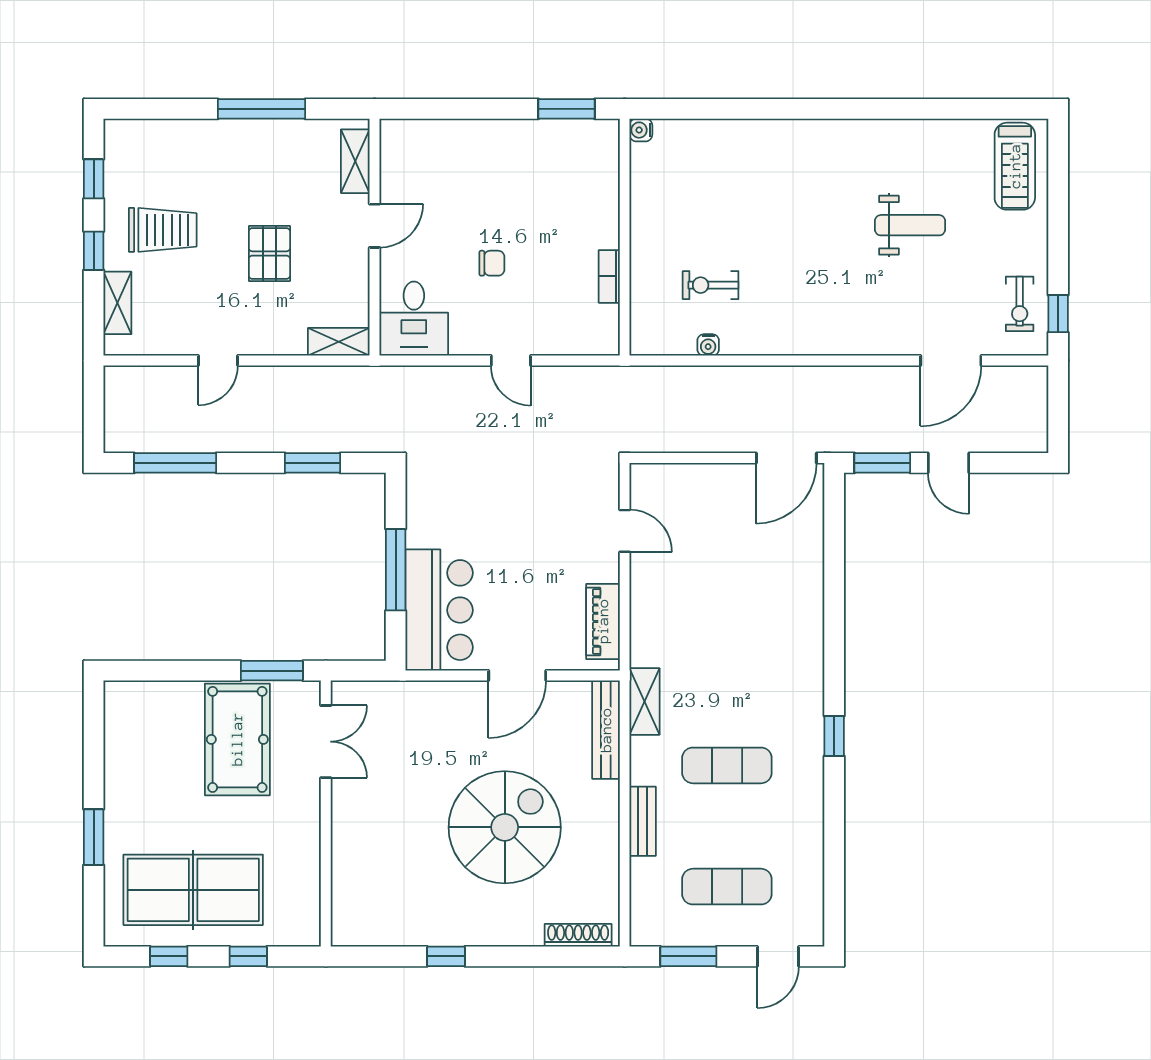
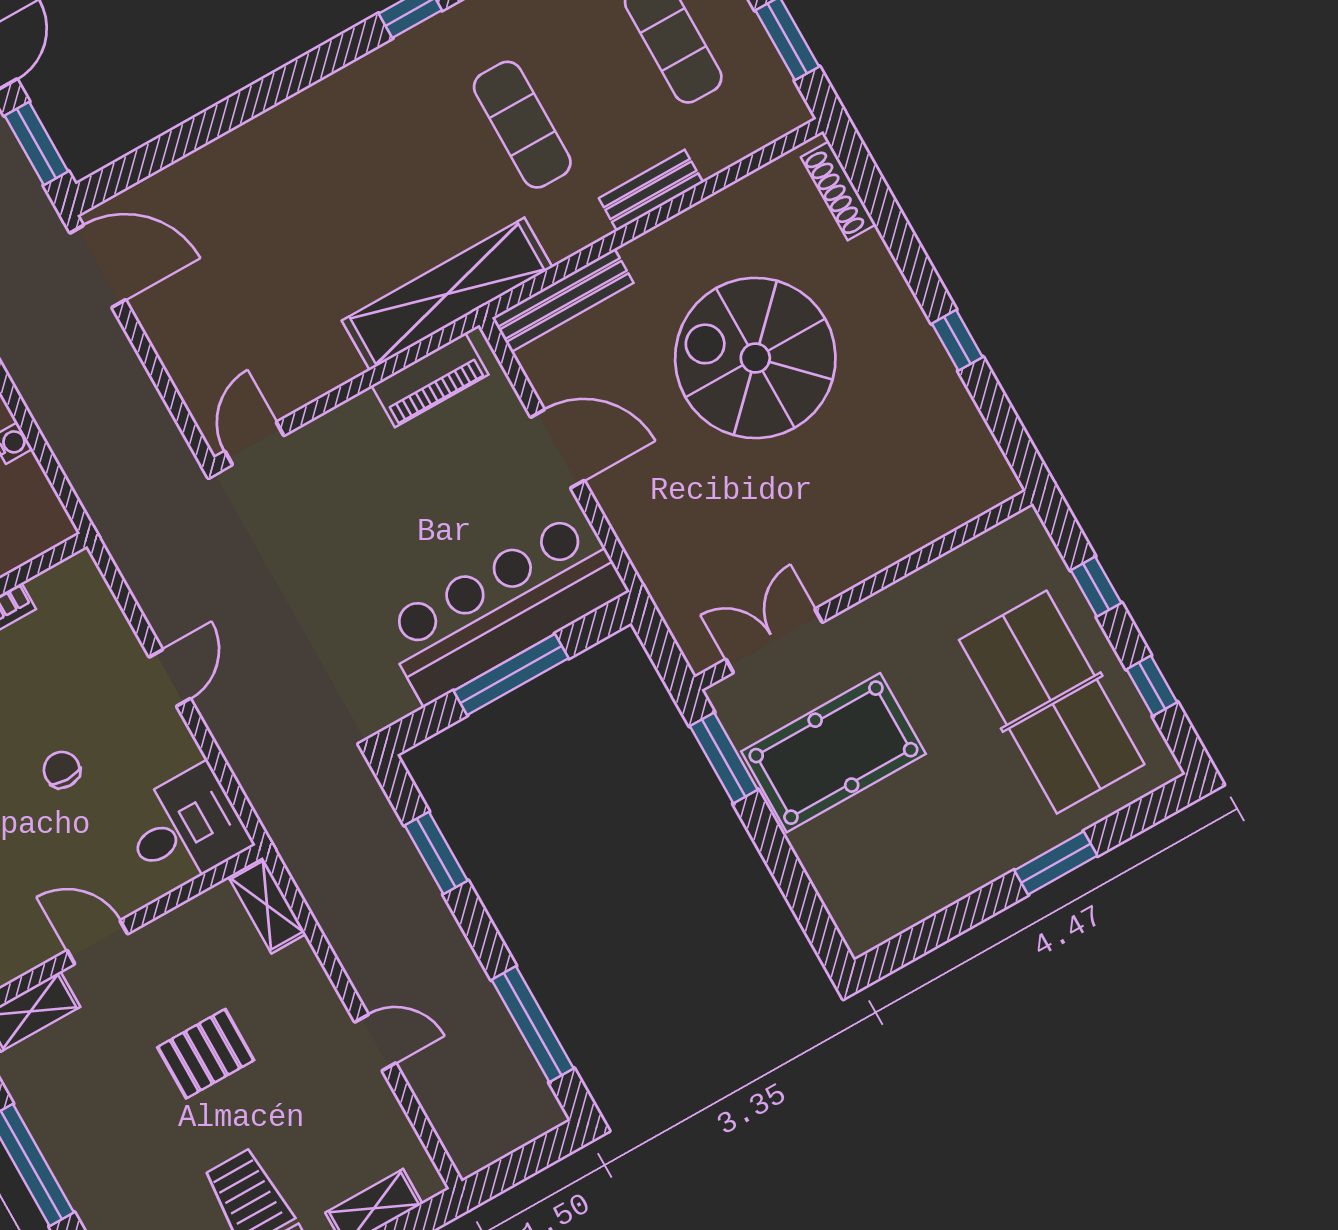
door: (625, 531) -> (254, 443), moved
bar counter: (439, 610) -> (503, 608), width x1.36
shelving: (645, 702) -> (447, 294), width x2.20, depth x1.33

